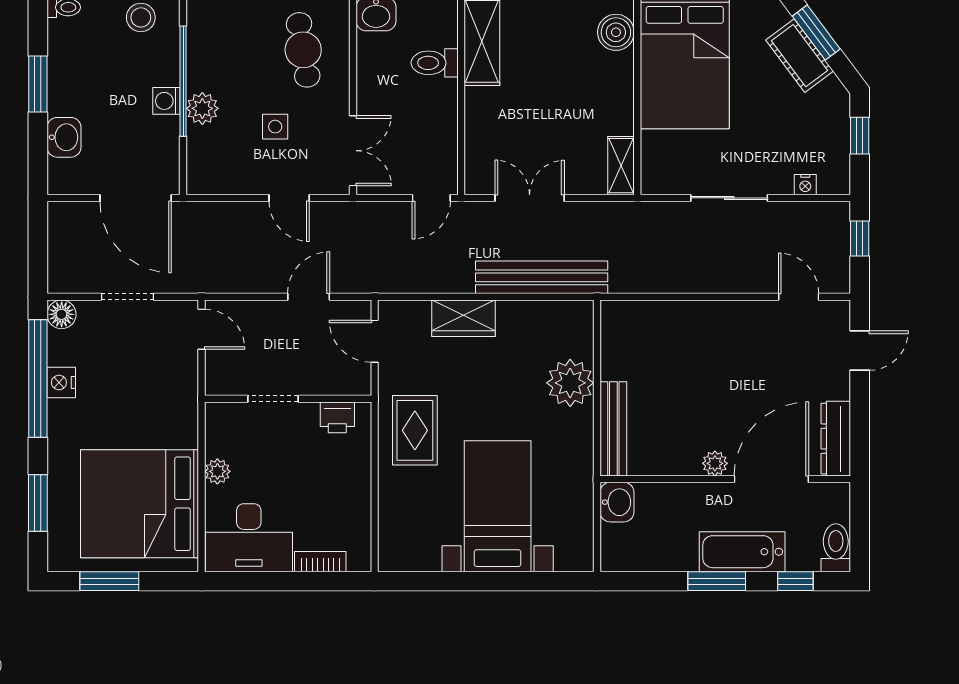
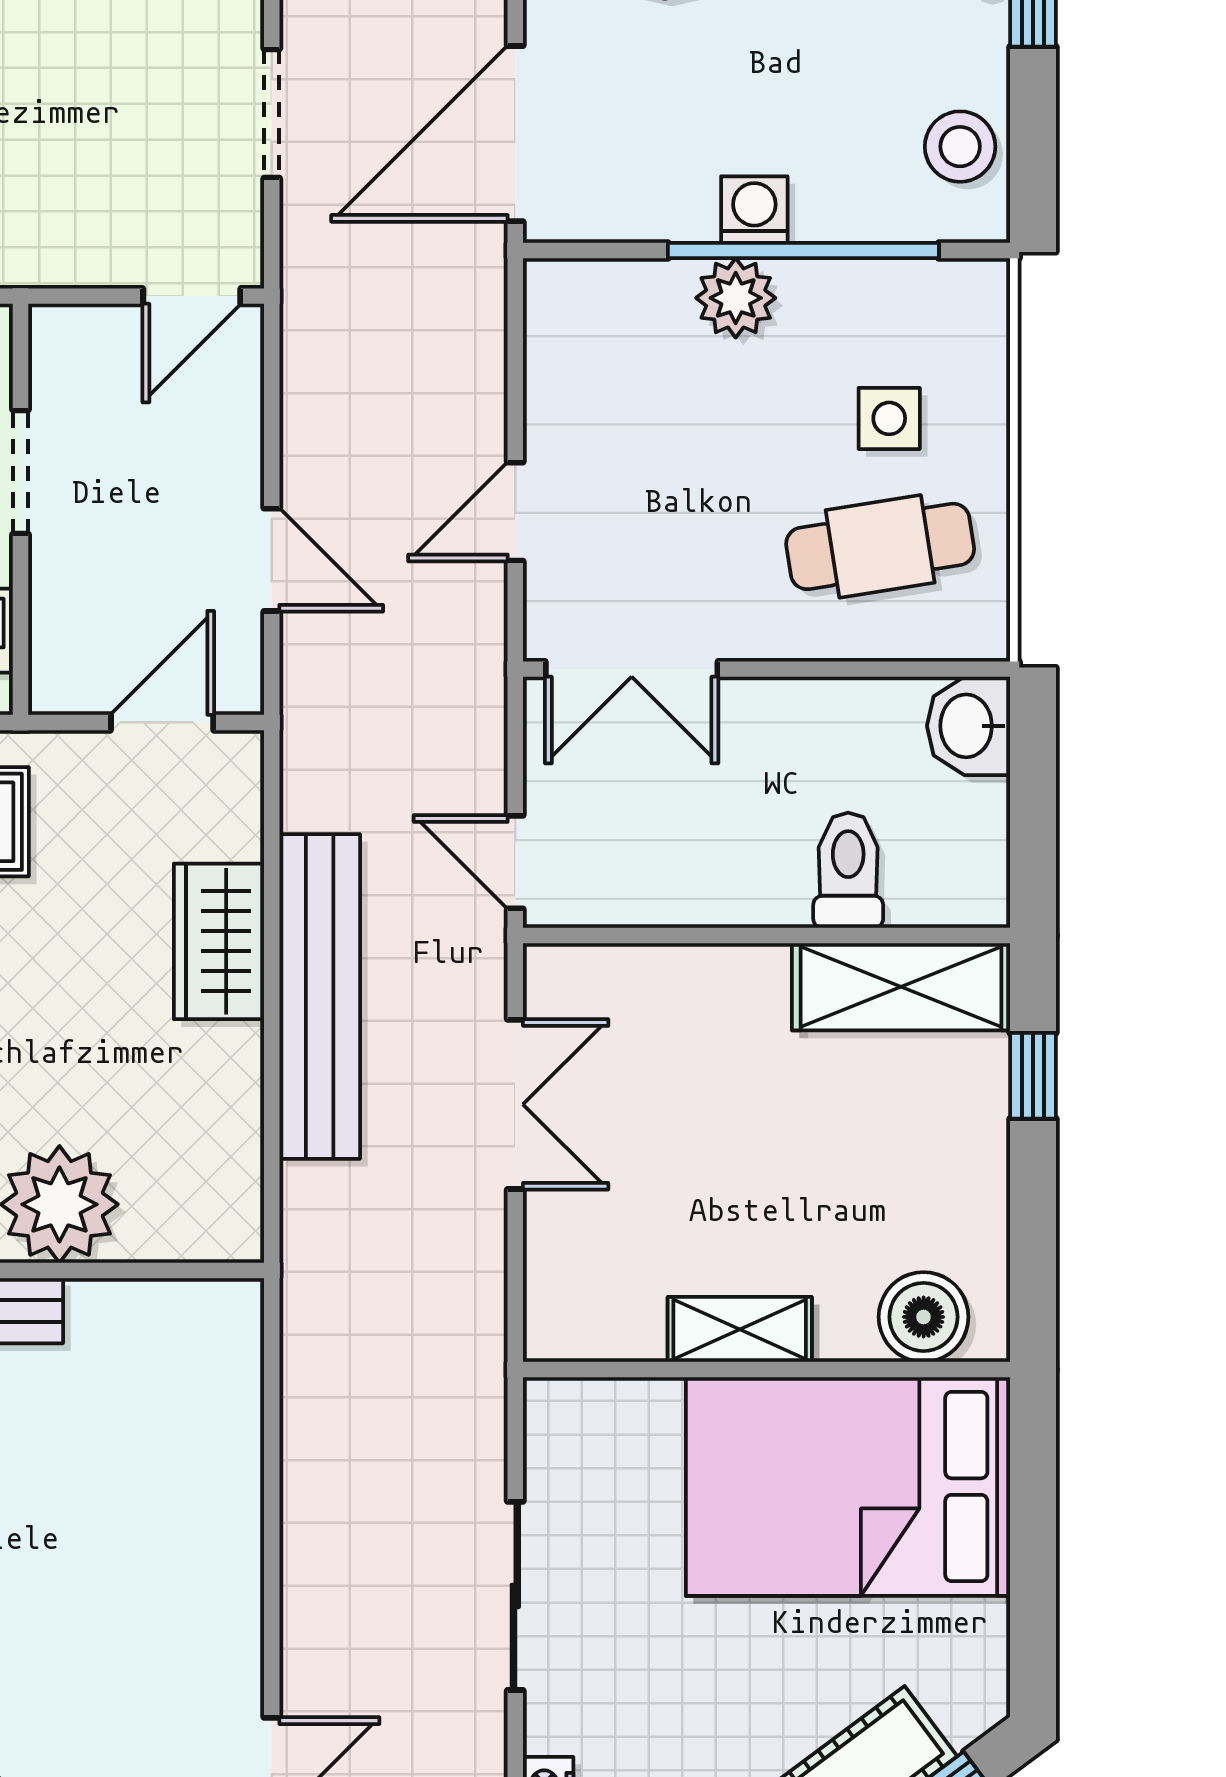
side table: (275, 127) -> (889, 418), moved
shelving: (621, 166) -> (740, 1329), moved
bench: (542, 277) -> (320, 996), moved

